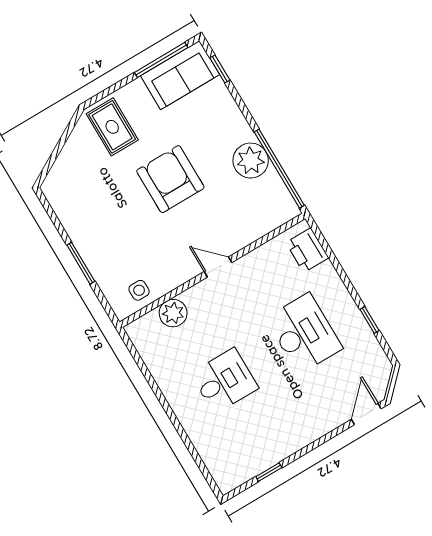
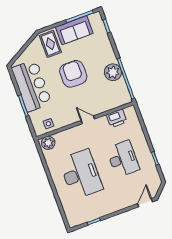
sofa: (180, 75) -> (74, 30), moved
bar counter: (90, 219) -> (32, 86), added
printer: (307, 250) -> (117, 118), moved, turned -90
plant: (173, 313) -> (48, 143), moved
desk: (224, 381) -> (81, 174), width x1.87, depth x1.30

